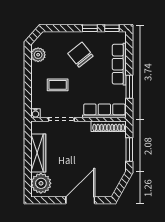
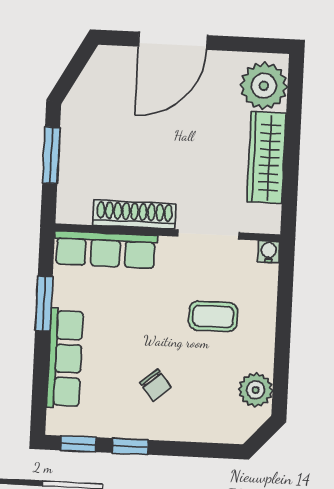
chair: (80, 55) -> (156, 385), width x0.54, depth x0.54
shoe rack: (109, 126) -> (134, 215), moved

